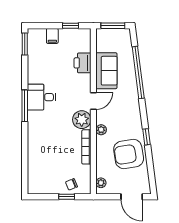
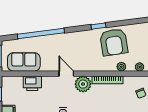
sofa: (106, 71) -> (24, 62), moved
plant: (101, 130) -> (121, 67), moved

